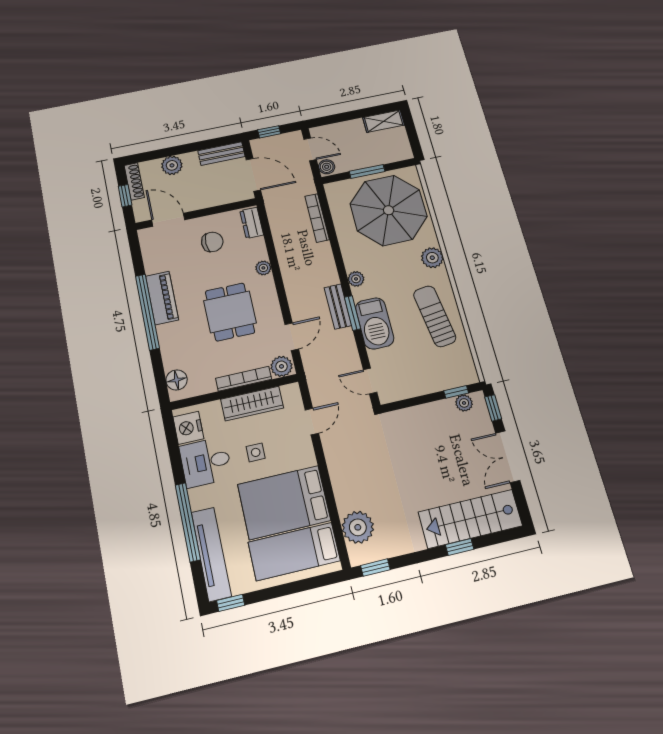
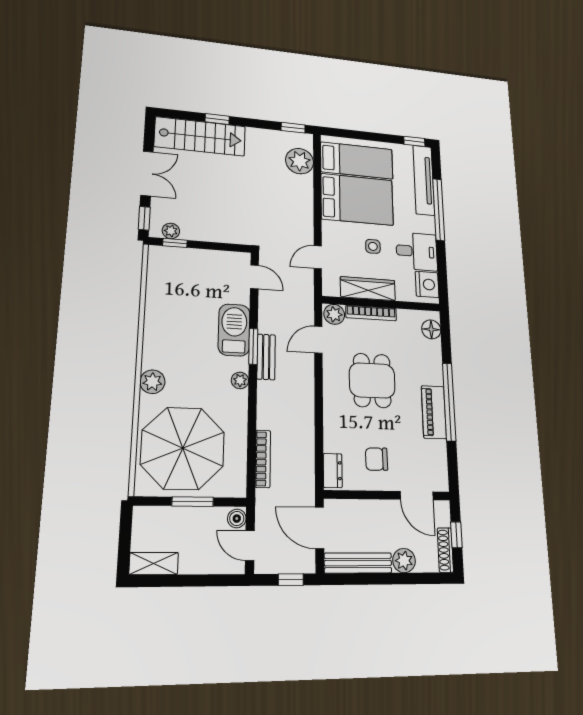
bench: (221, 154) -> (358, 563), width x1.36
plant: (263, 268) -> (331, 417), removed
sun lounger: (435, 316) -> (171, 320), removed

